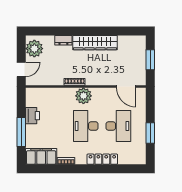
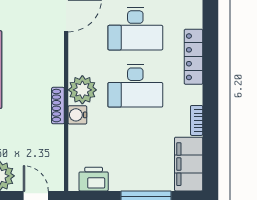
water cooler: (69, 93) -> (77, 115), added
printer: (33, 116) -> (94, 179), moved
desk: (118, 126) -> (135, 29), turned 180

